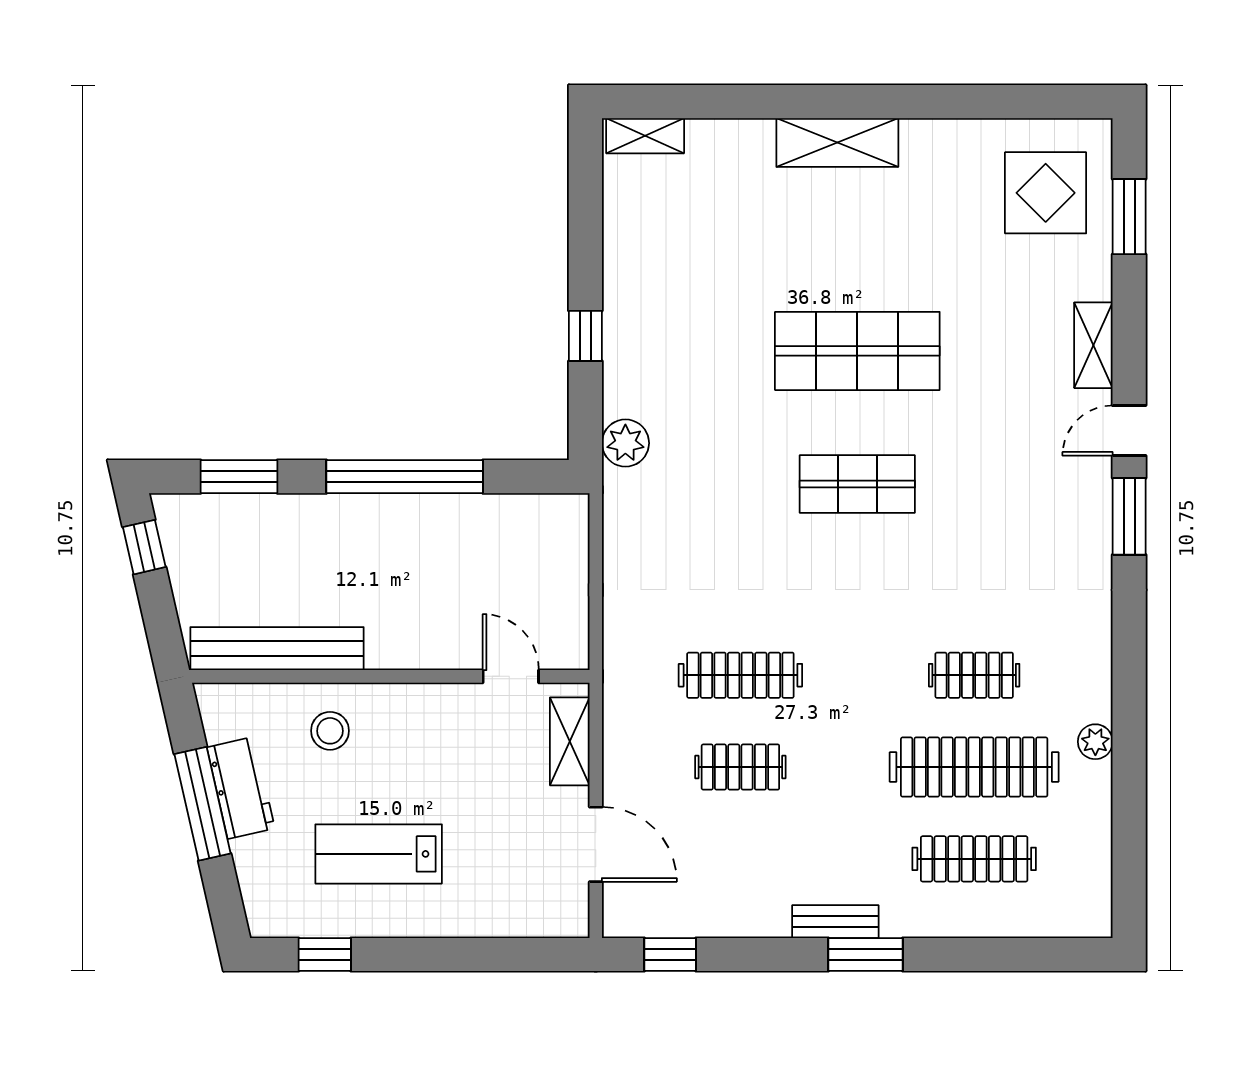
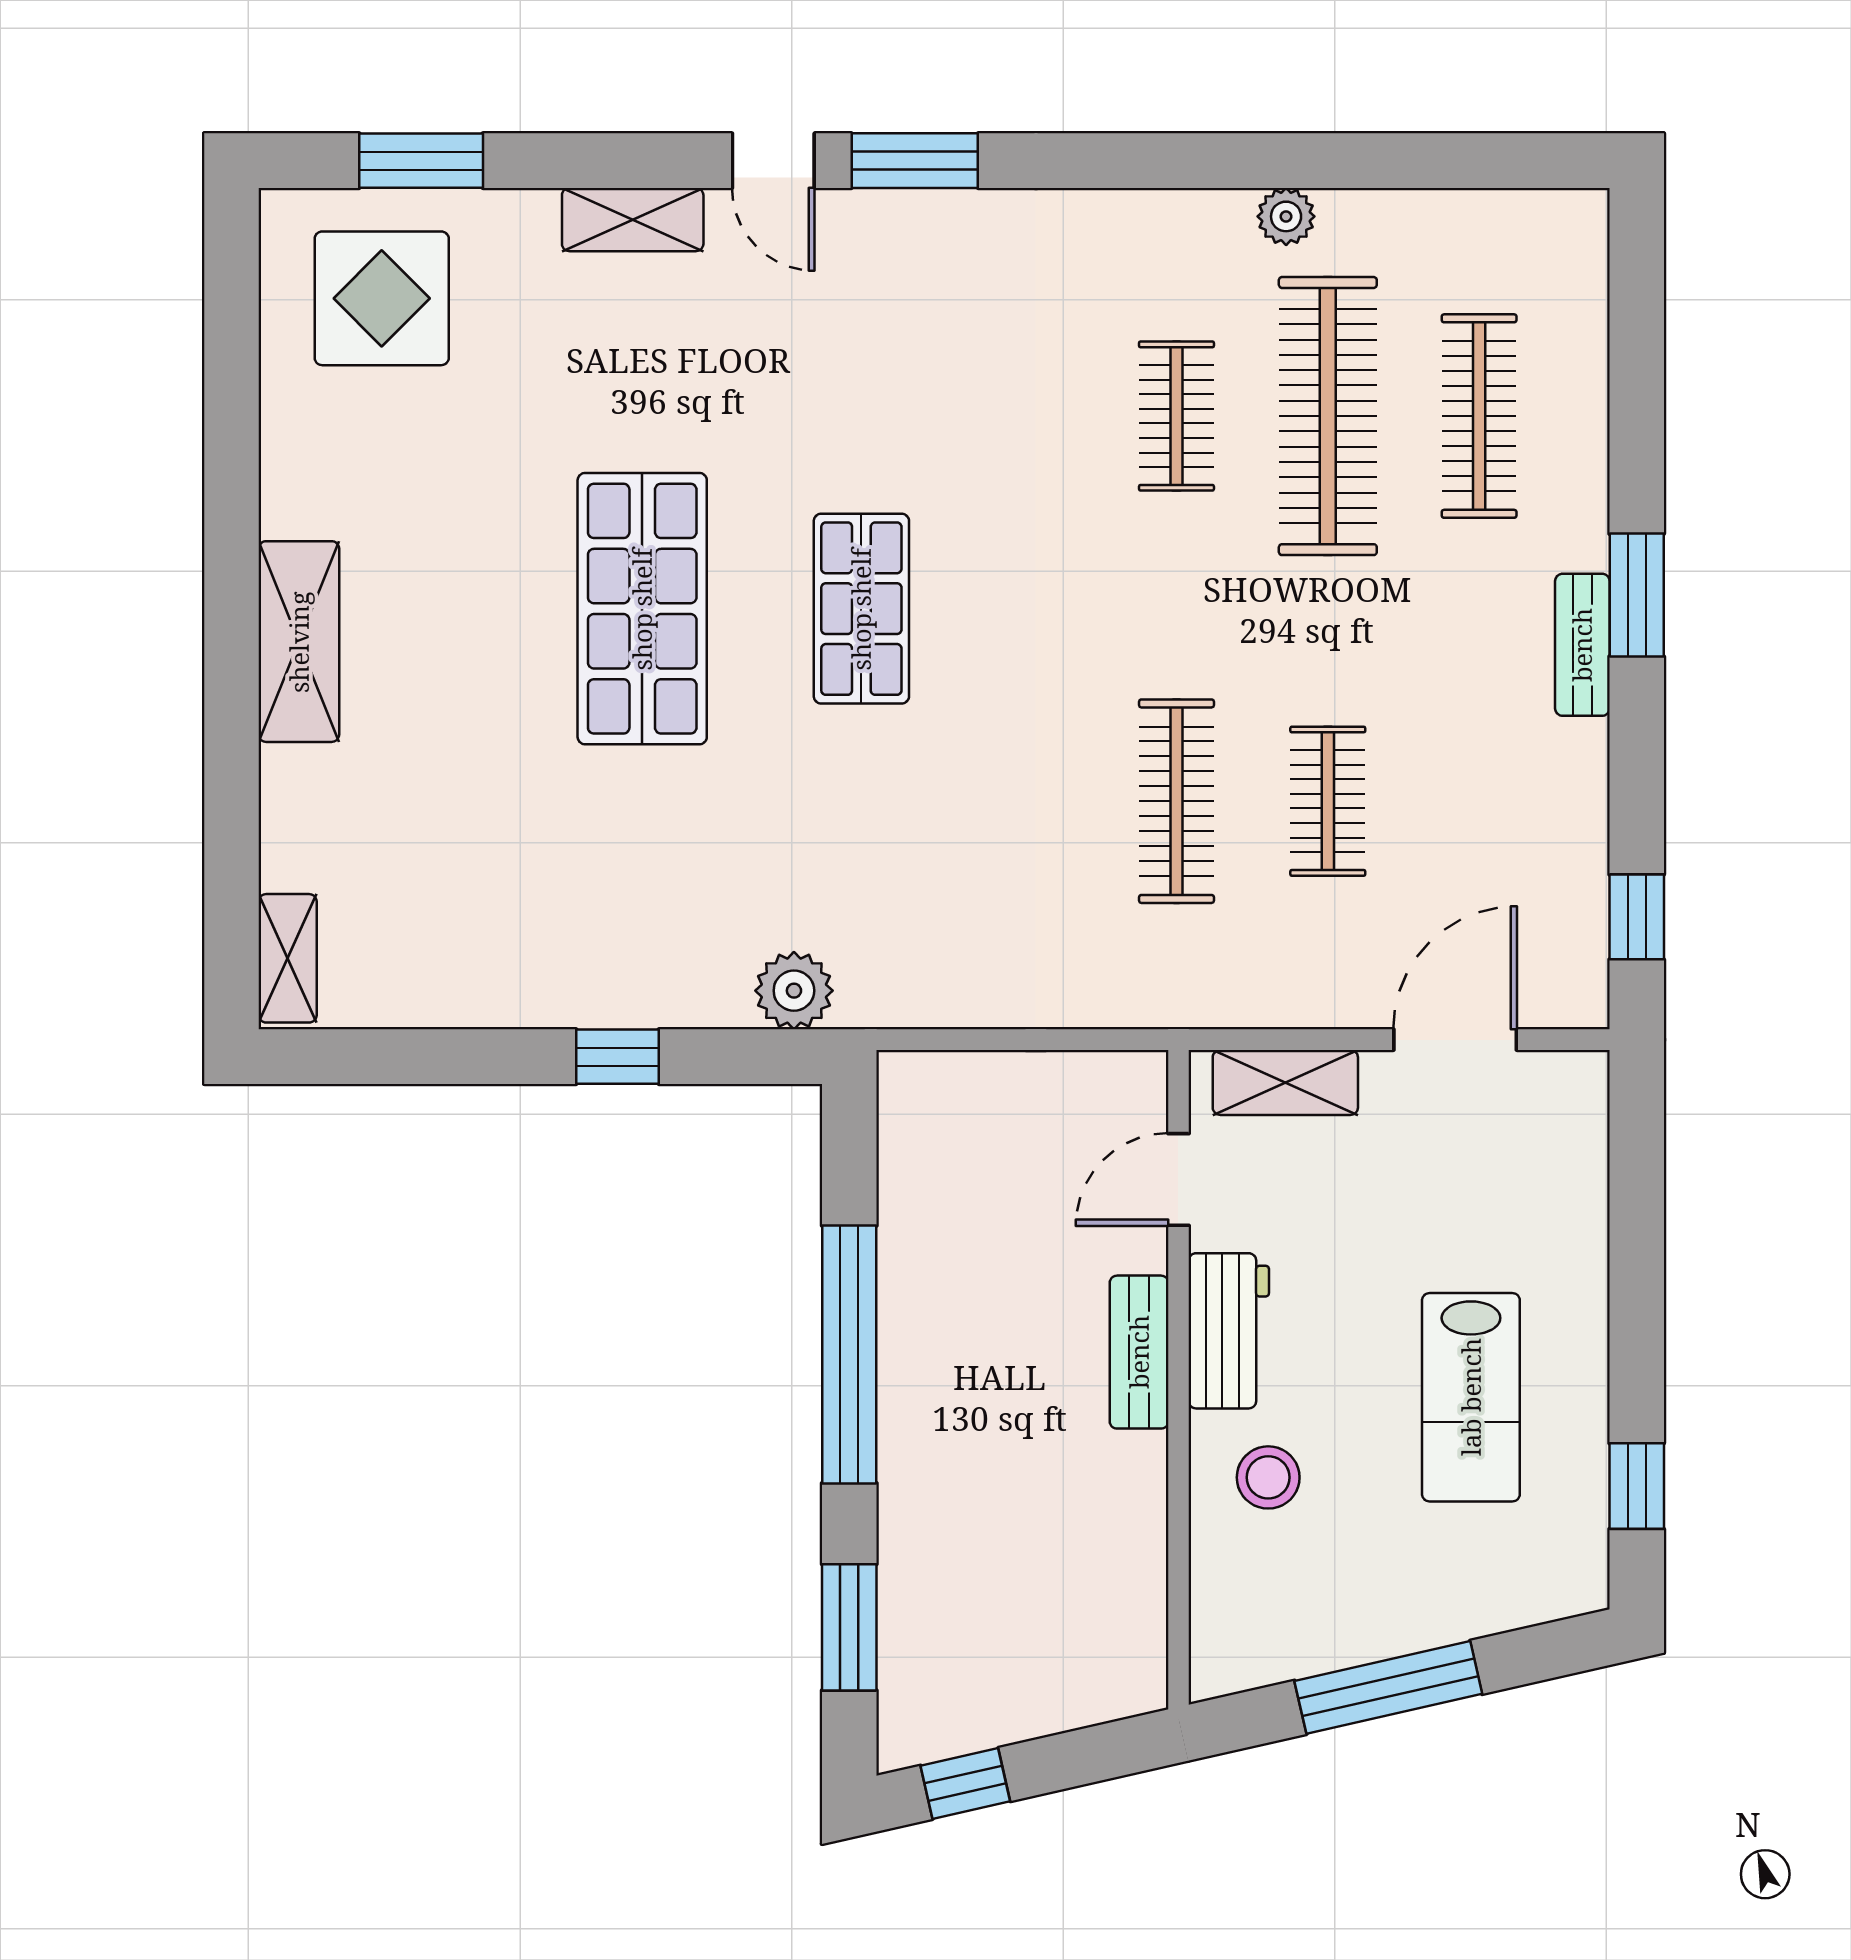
bench: (277, 649) -> (1139, 1352), moved, width x0.54, depth x0.82
workbench: (241, 788) -> (1229, 1331), moved, turned 103

